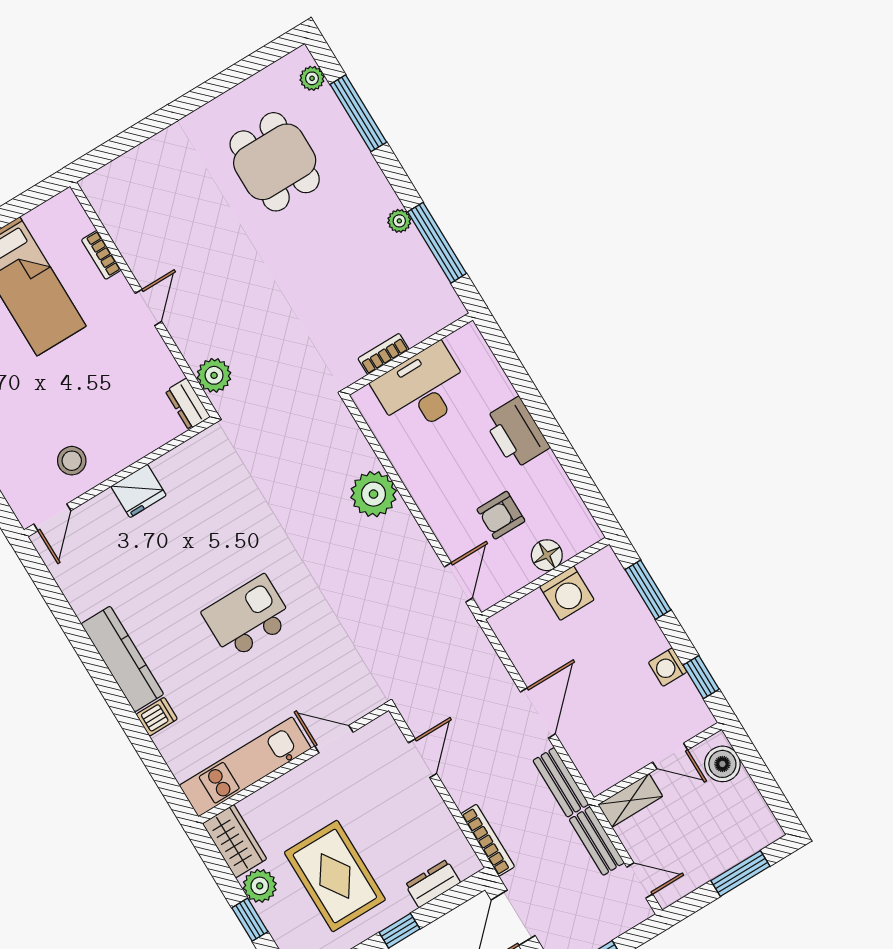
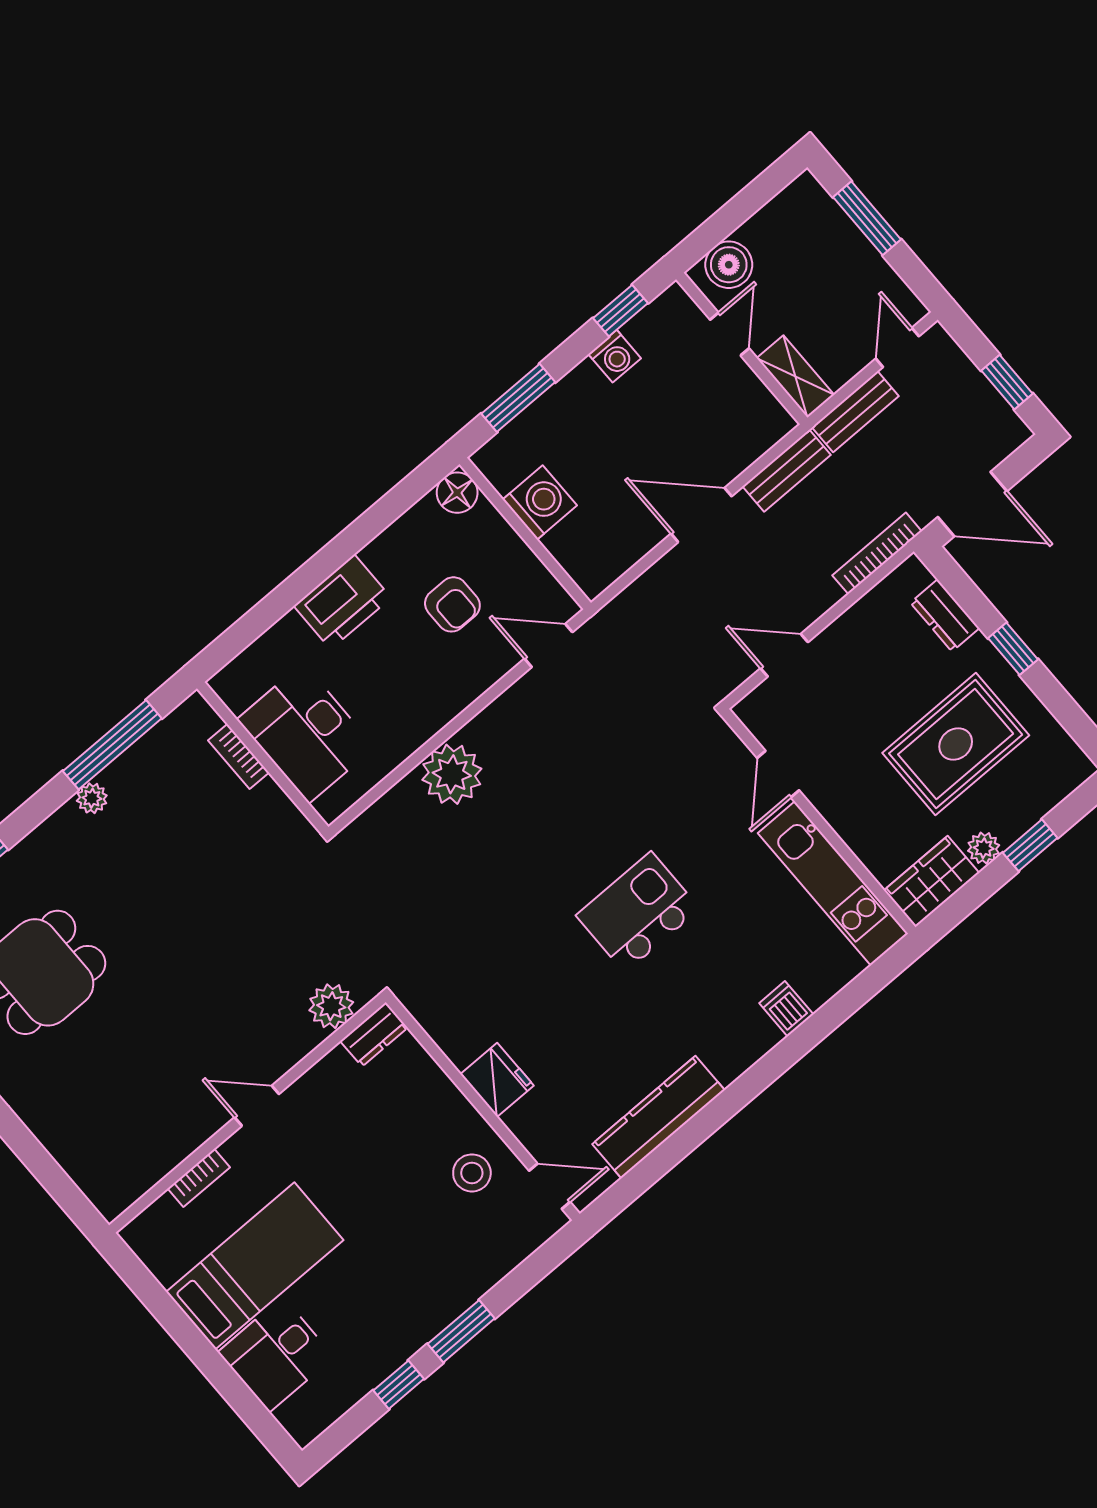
bookcase: (383, 354) -> (239, 757), moved
floor lamp: (547, 555) -> (457, 493), moved
kitchen island: (247, 617) -> (638, 912), turned 90
kitchen counter: (122, 659) -> (658, 1117), moved
plant: (260, 886) -> (984, 848), width x0.73, depth x0.73

